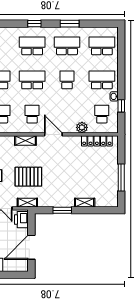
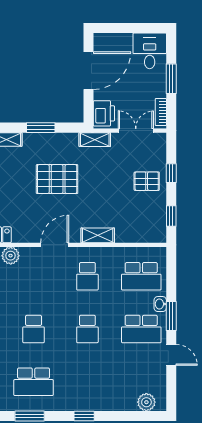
school desk: (32, 46) -> (87, 382), removed
school desk: (32, 80) -> (87, 329), width x0.54
door: (53, 134) -> (55, 245), swing flipped
pallet: (28, 177) -> (57, 179), moved

